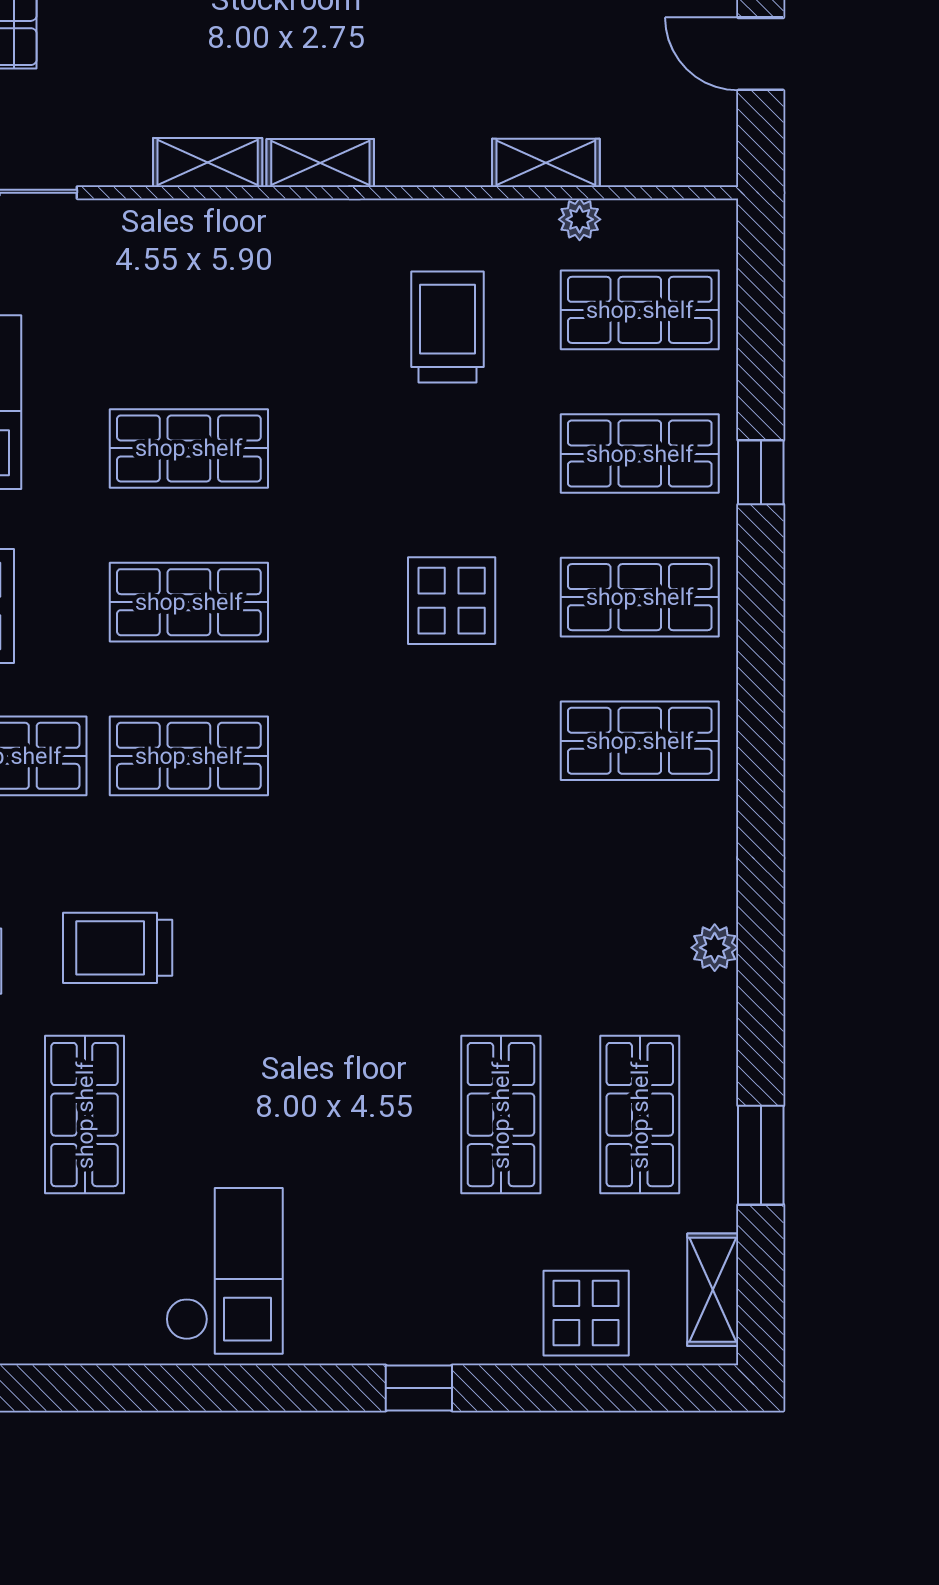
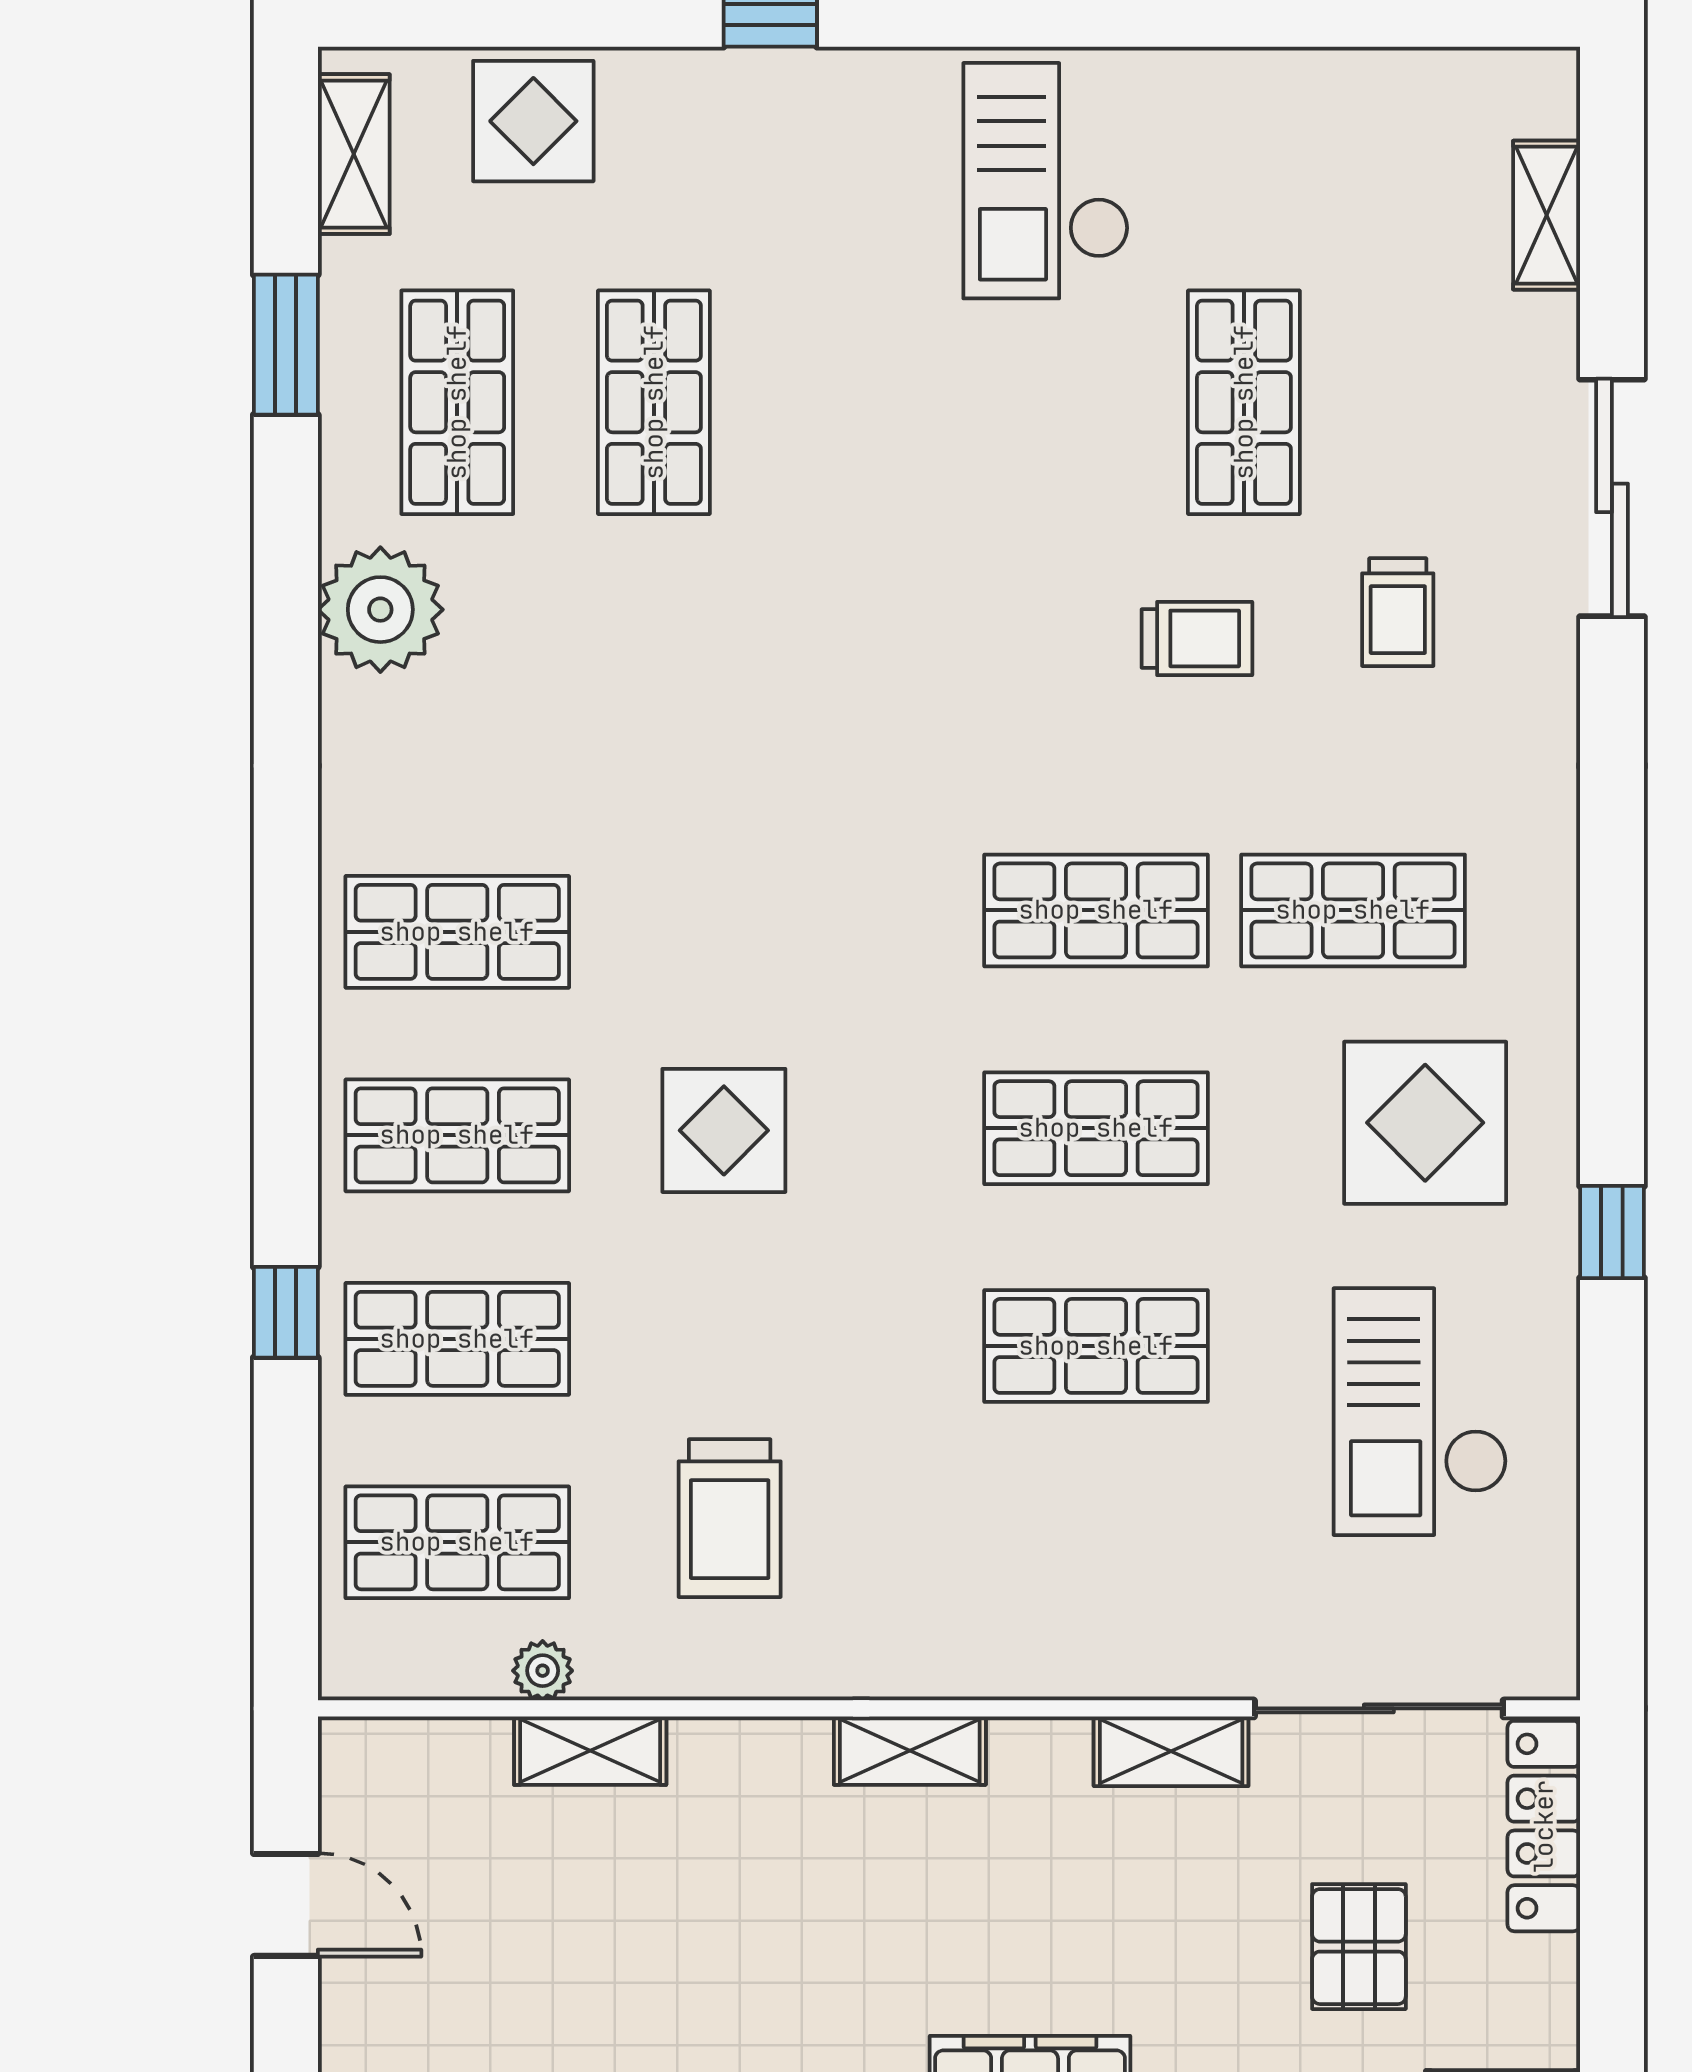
shelving: (208, 162) -> (1171, 1751), moved
trolley: (118, 948) -> (1197, 638), width x0.73, depth x0.72
plant: (715, 948) -> (380, 610), width x1.88, depth x1.88

